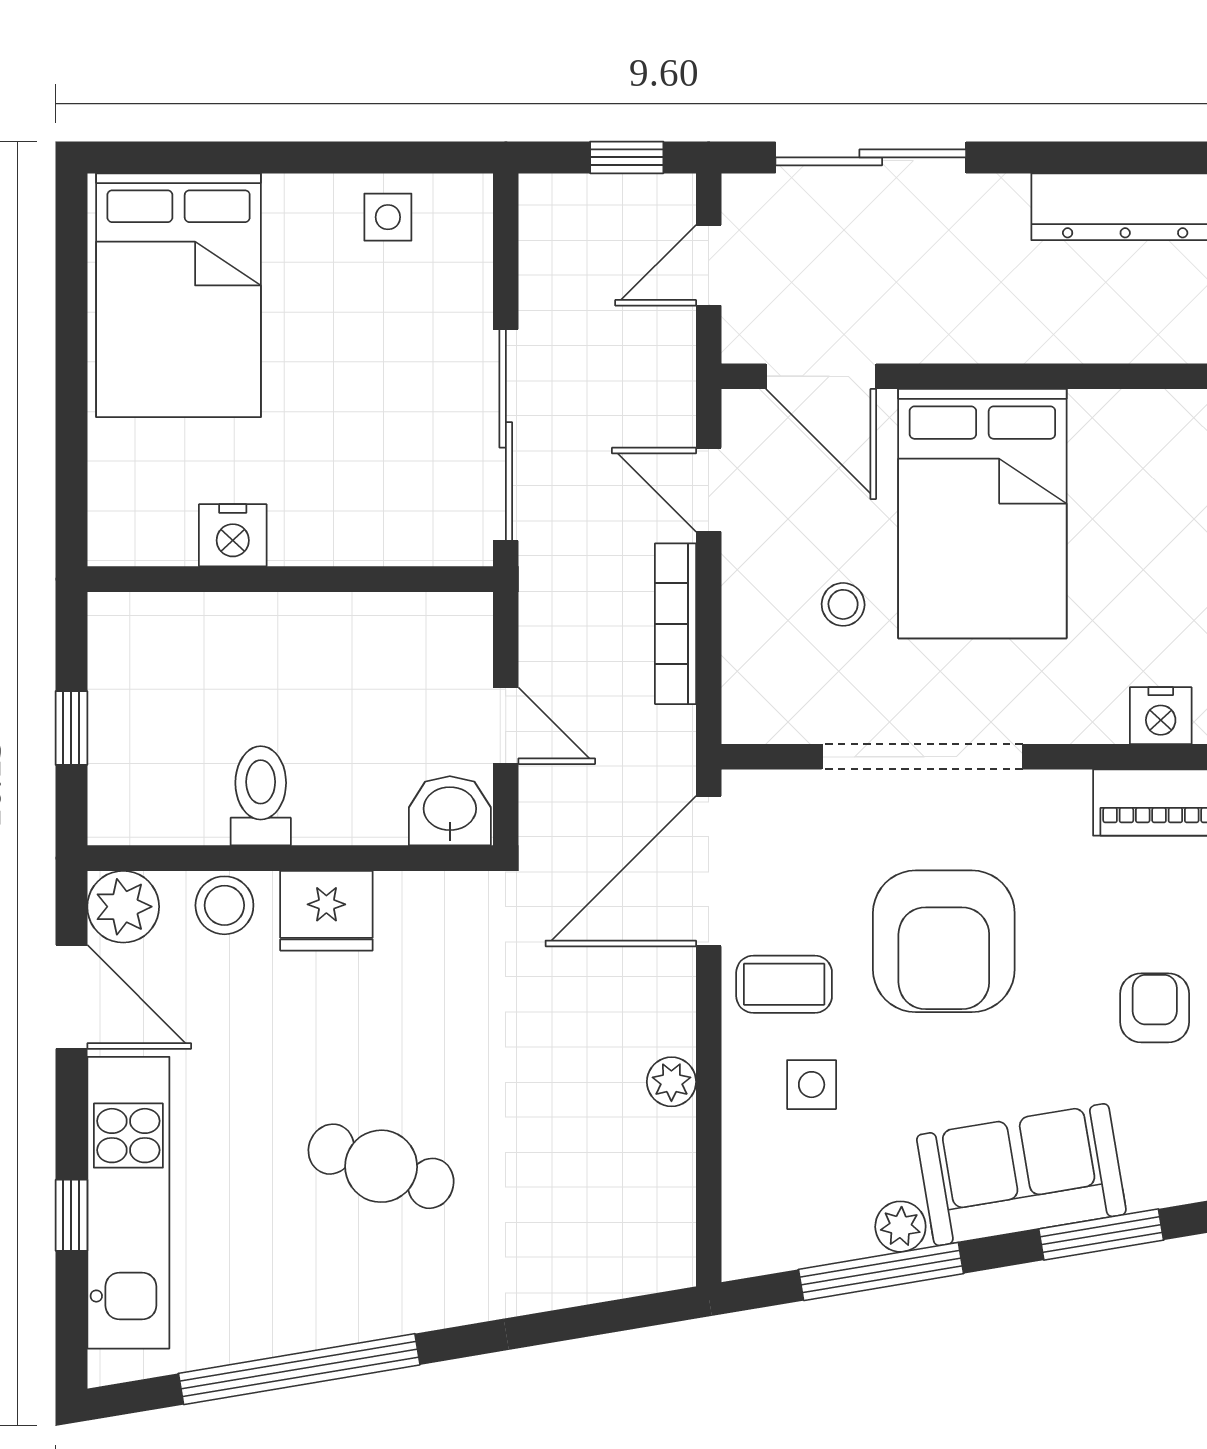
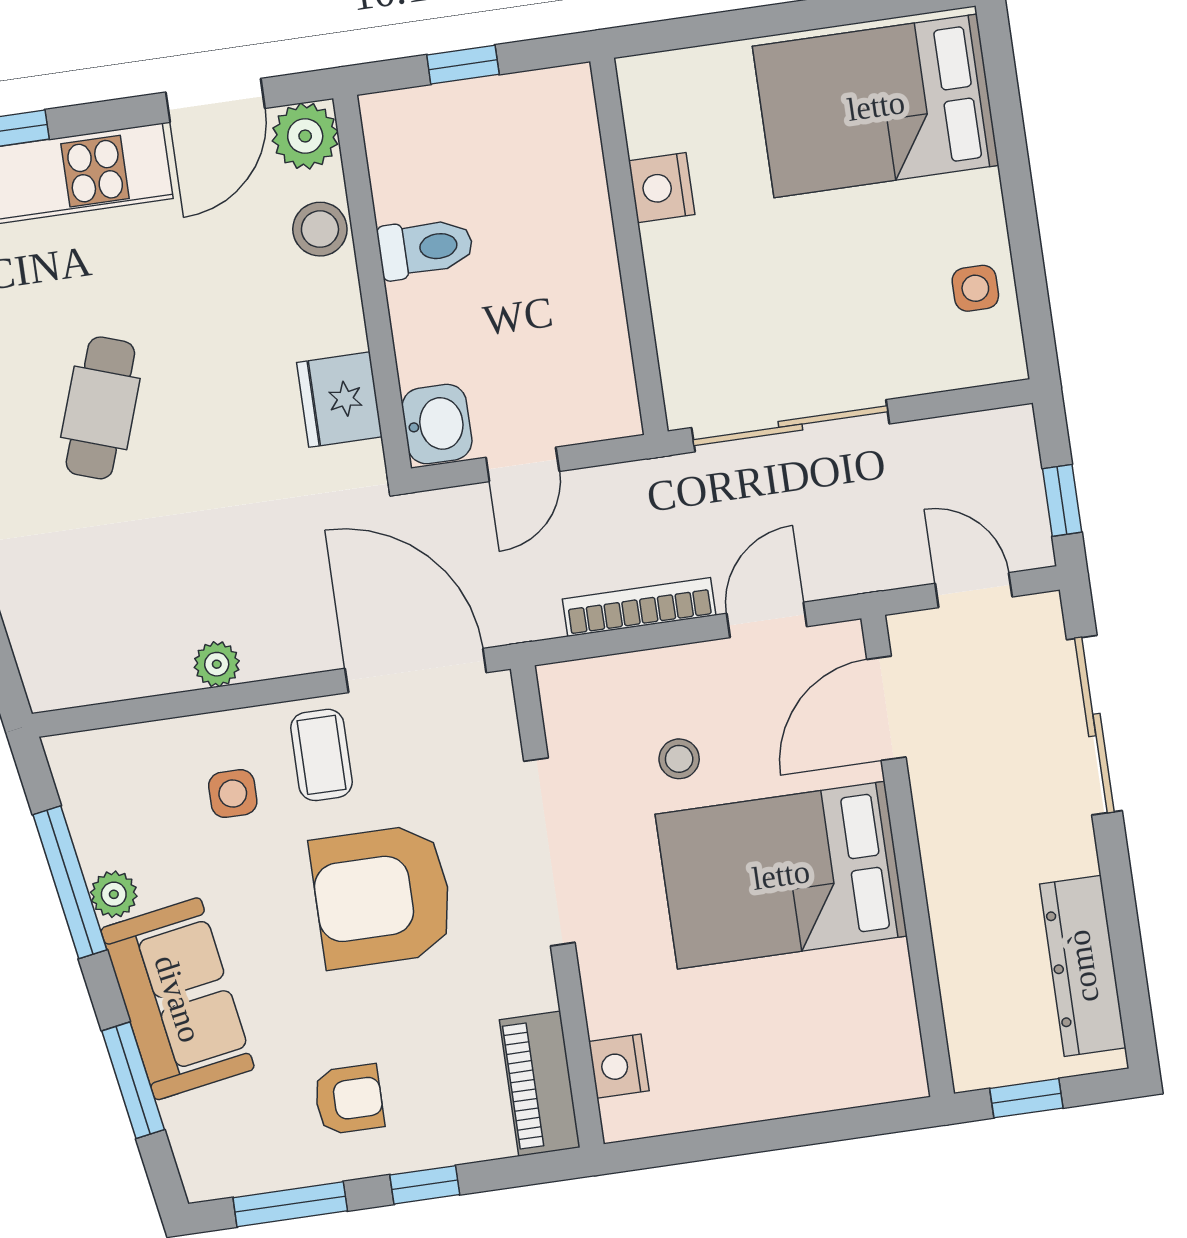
fridge: (326, 911) -> (339, 400), moved

